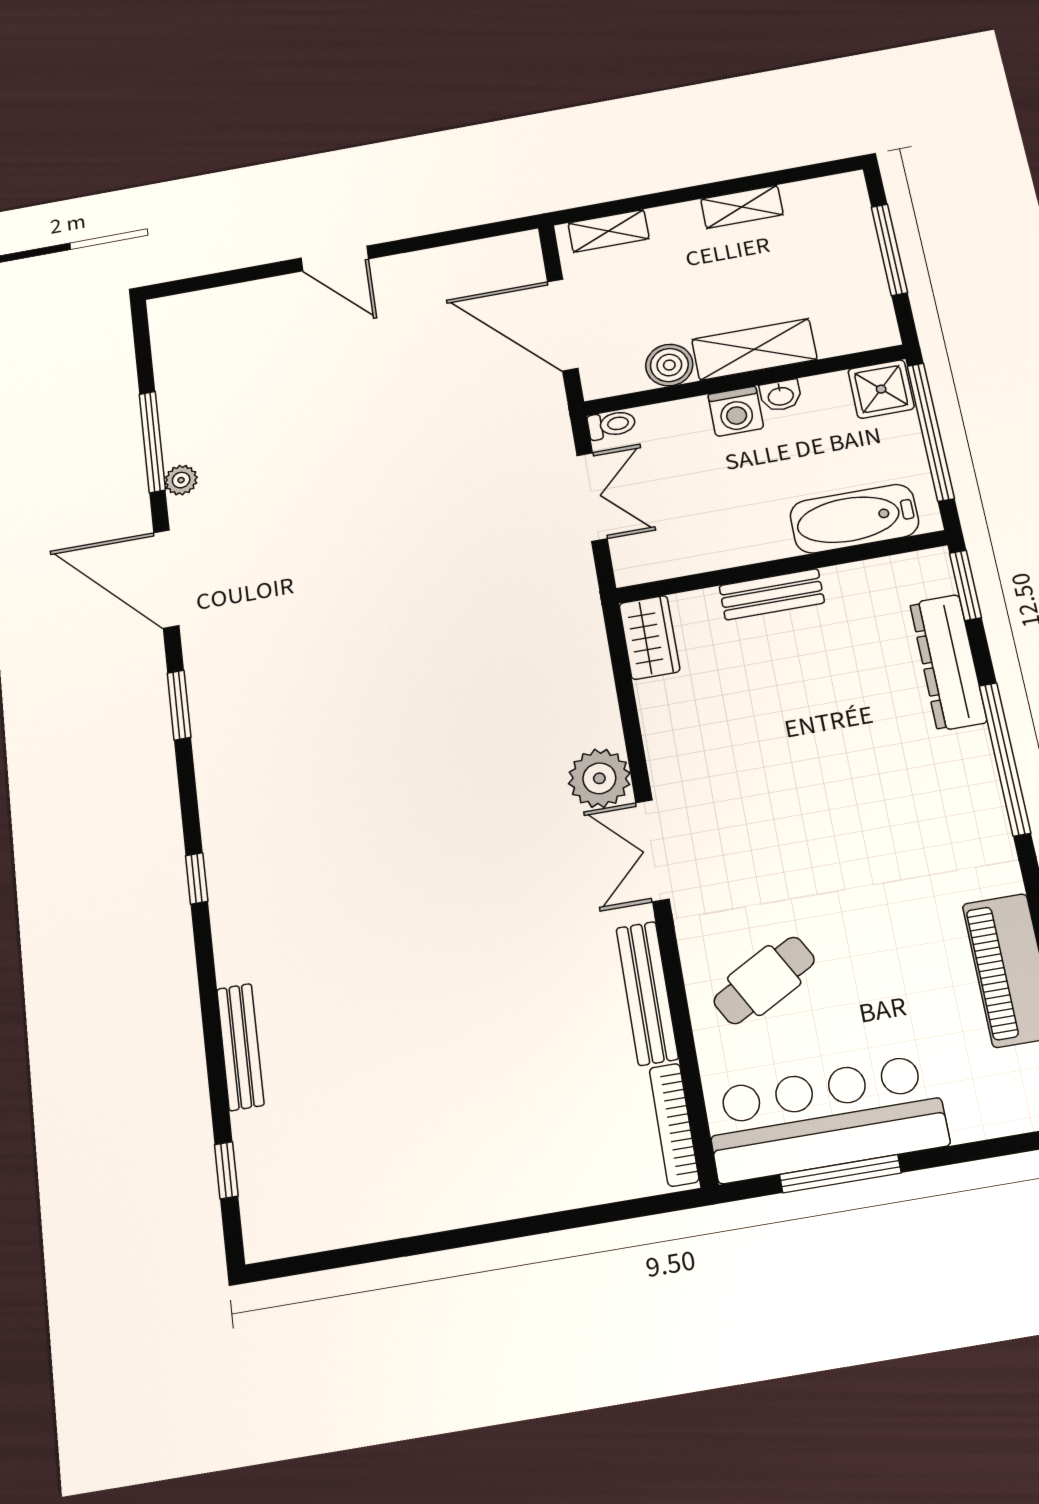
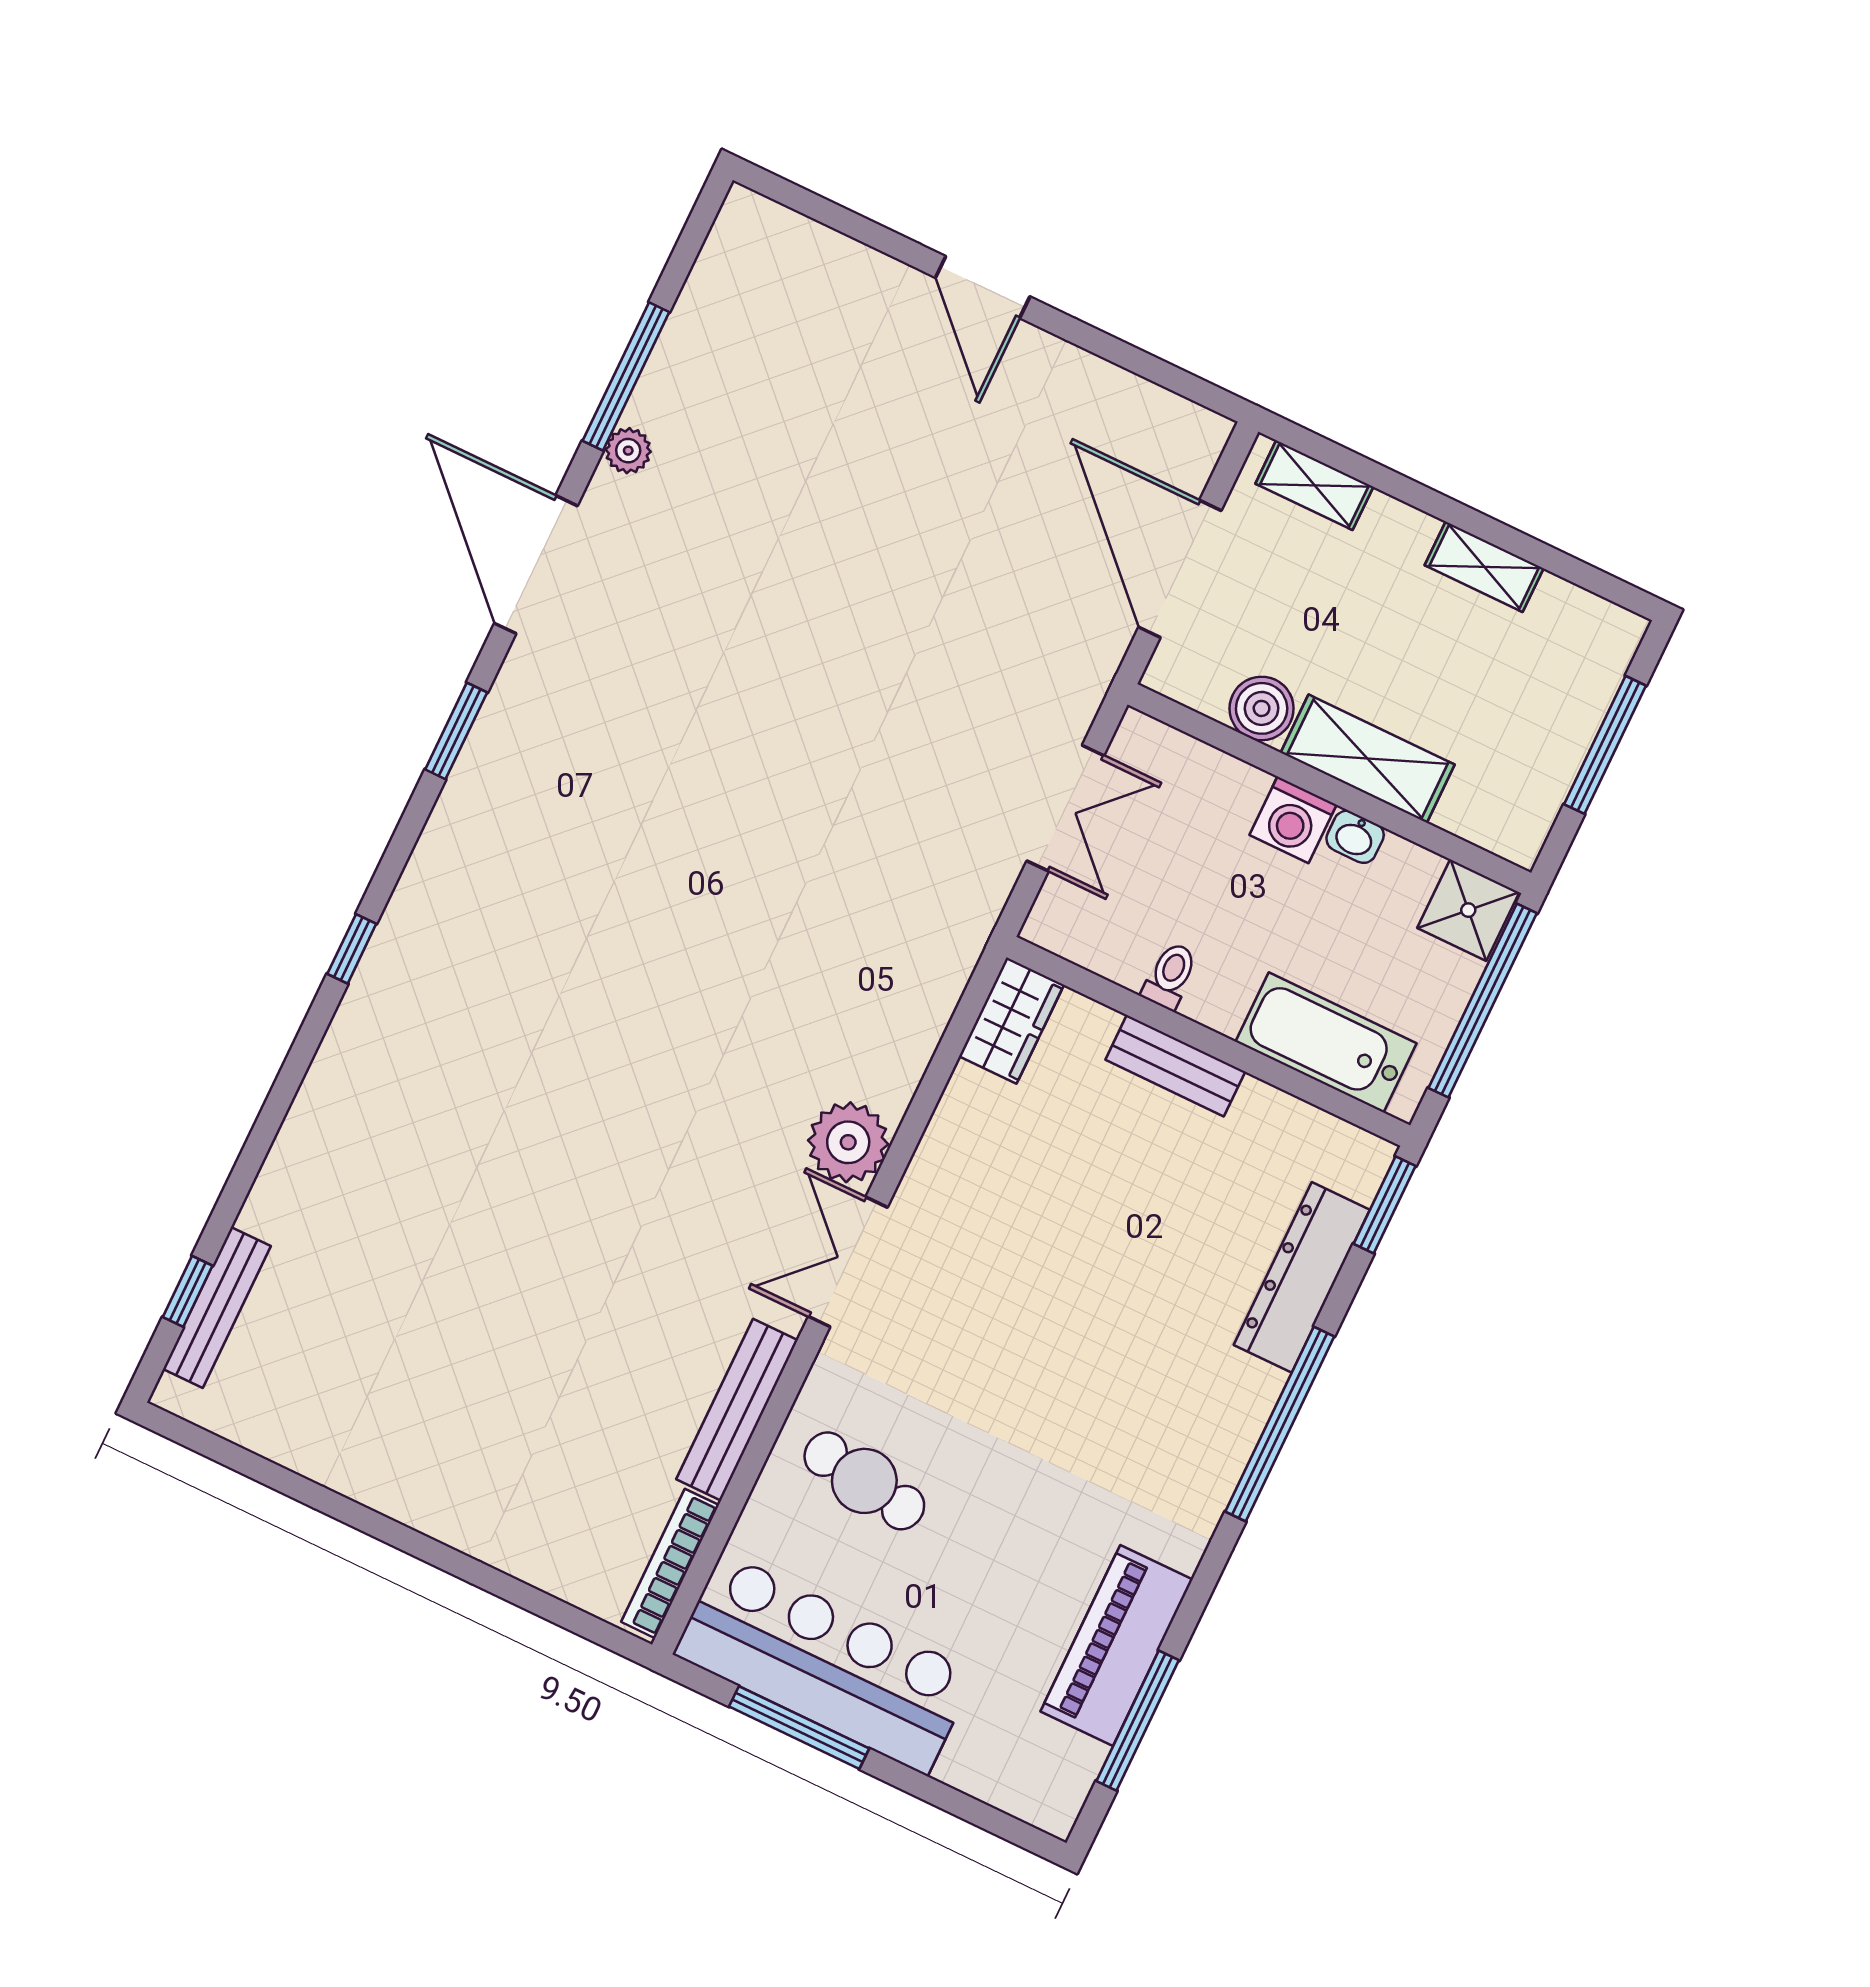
toilet: (612, 425) -> (1170, 976), moved, turned -90
cafe table: (764, 980) -> (864, 1481), turned 38
bench: (240, 1047) -> (217, 1307), moved

